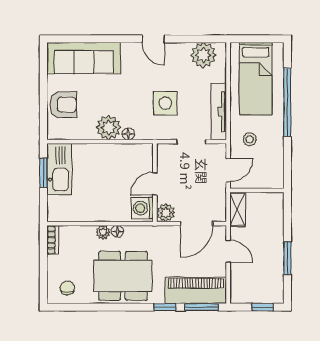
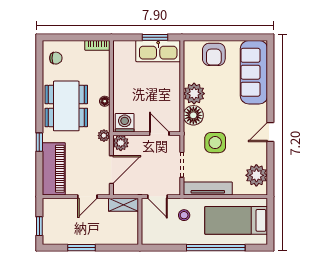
floor lamp: (128, 134) -> (193, 115), width x1.89, depth x1.89
door: (155, 184) -> (159, 134), moved
door: (197, 224) -> (111, 170), swing flipped
plant: (103, 232) -> (104, 136), moved
window: (201, 307) -> (39, 174), removed

